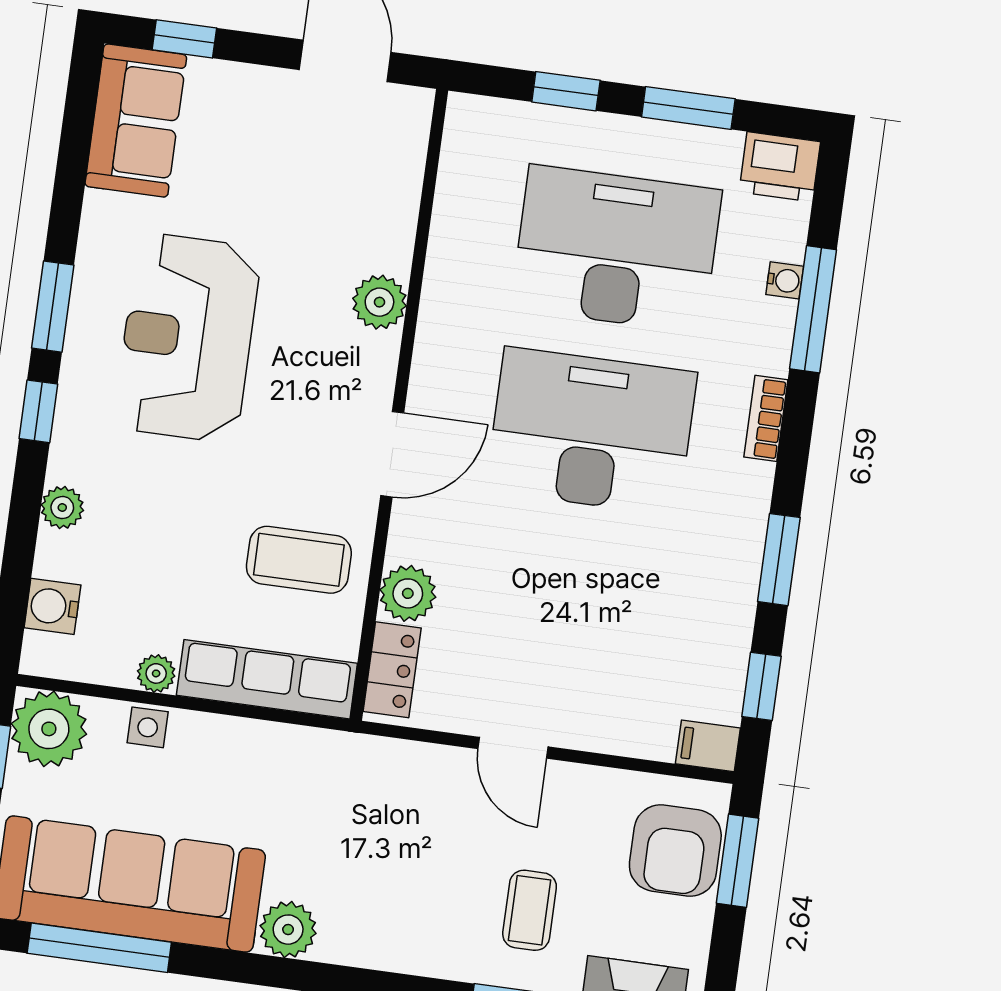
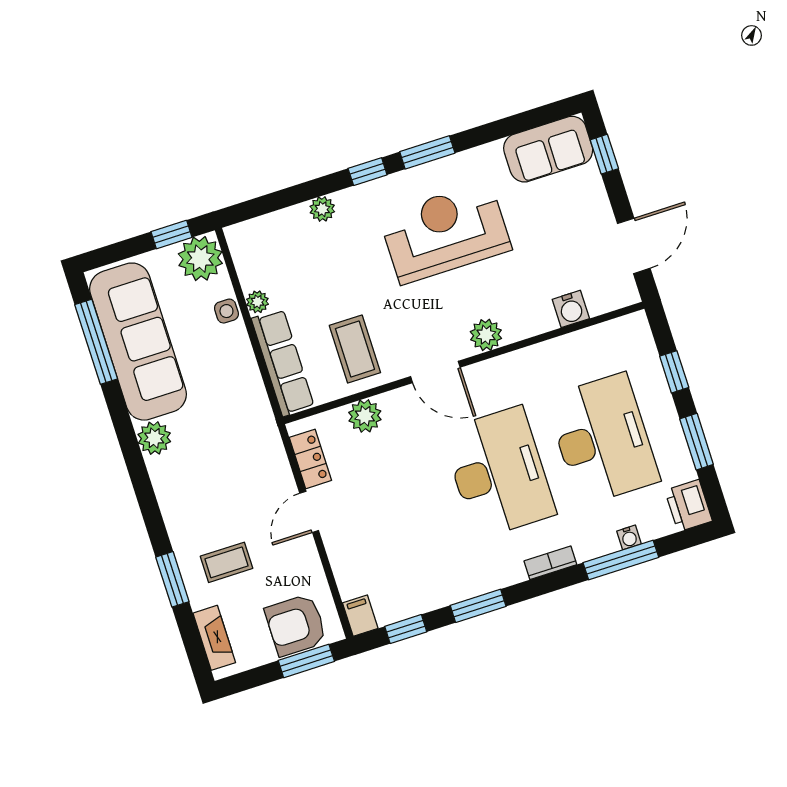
plant: (379, 302) -> (486, 335), moved
water cooler: (52, 606) -> (571, 309), moved, turned 180
locker: (392, 670) -> (310, 459), moved, turned -90

